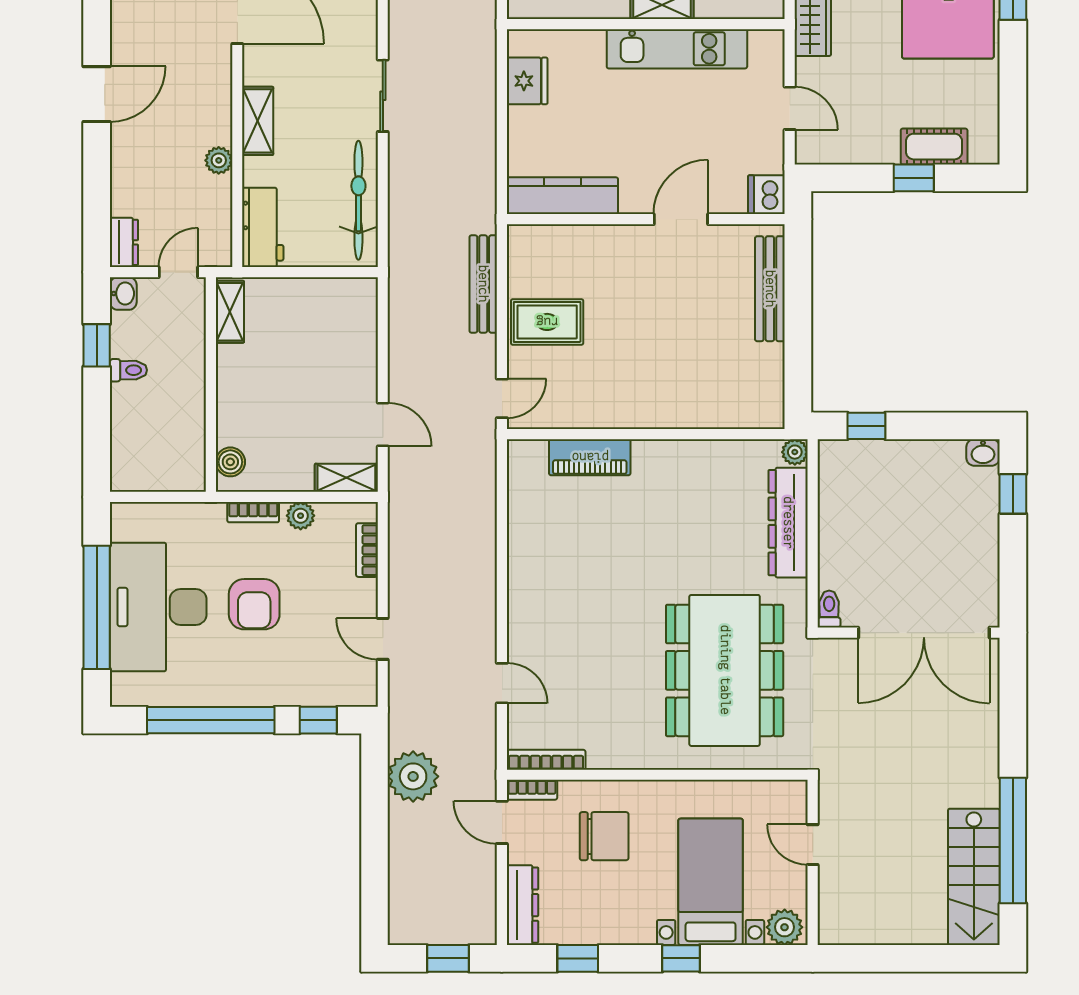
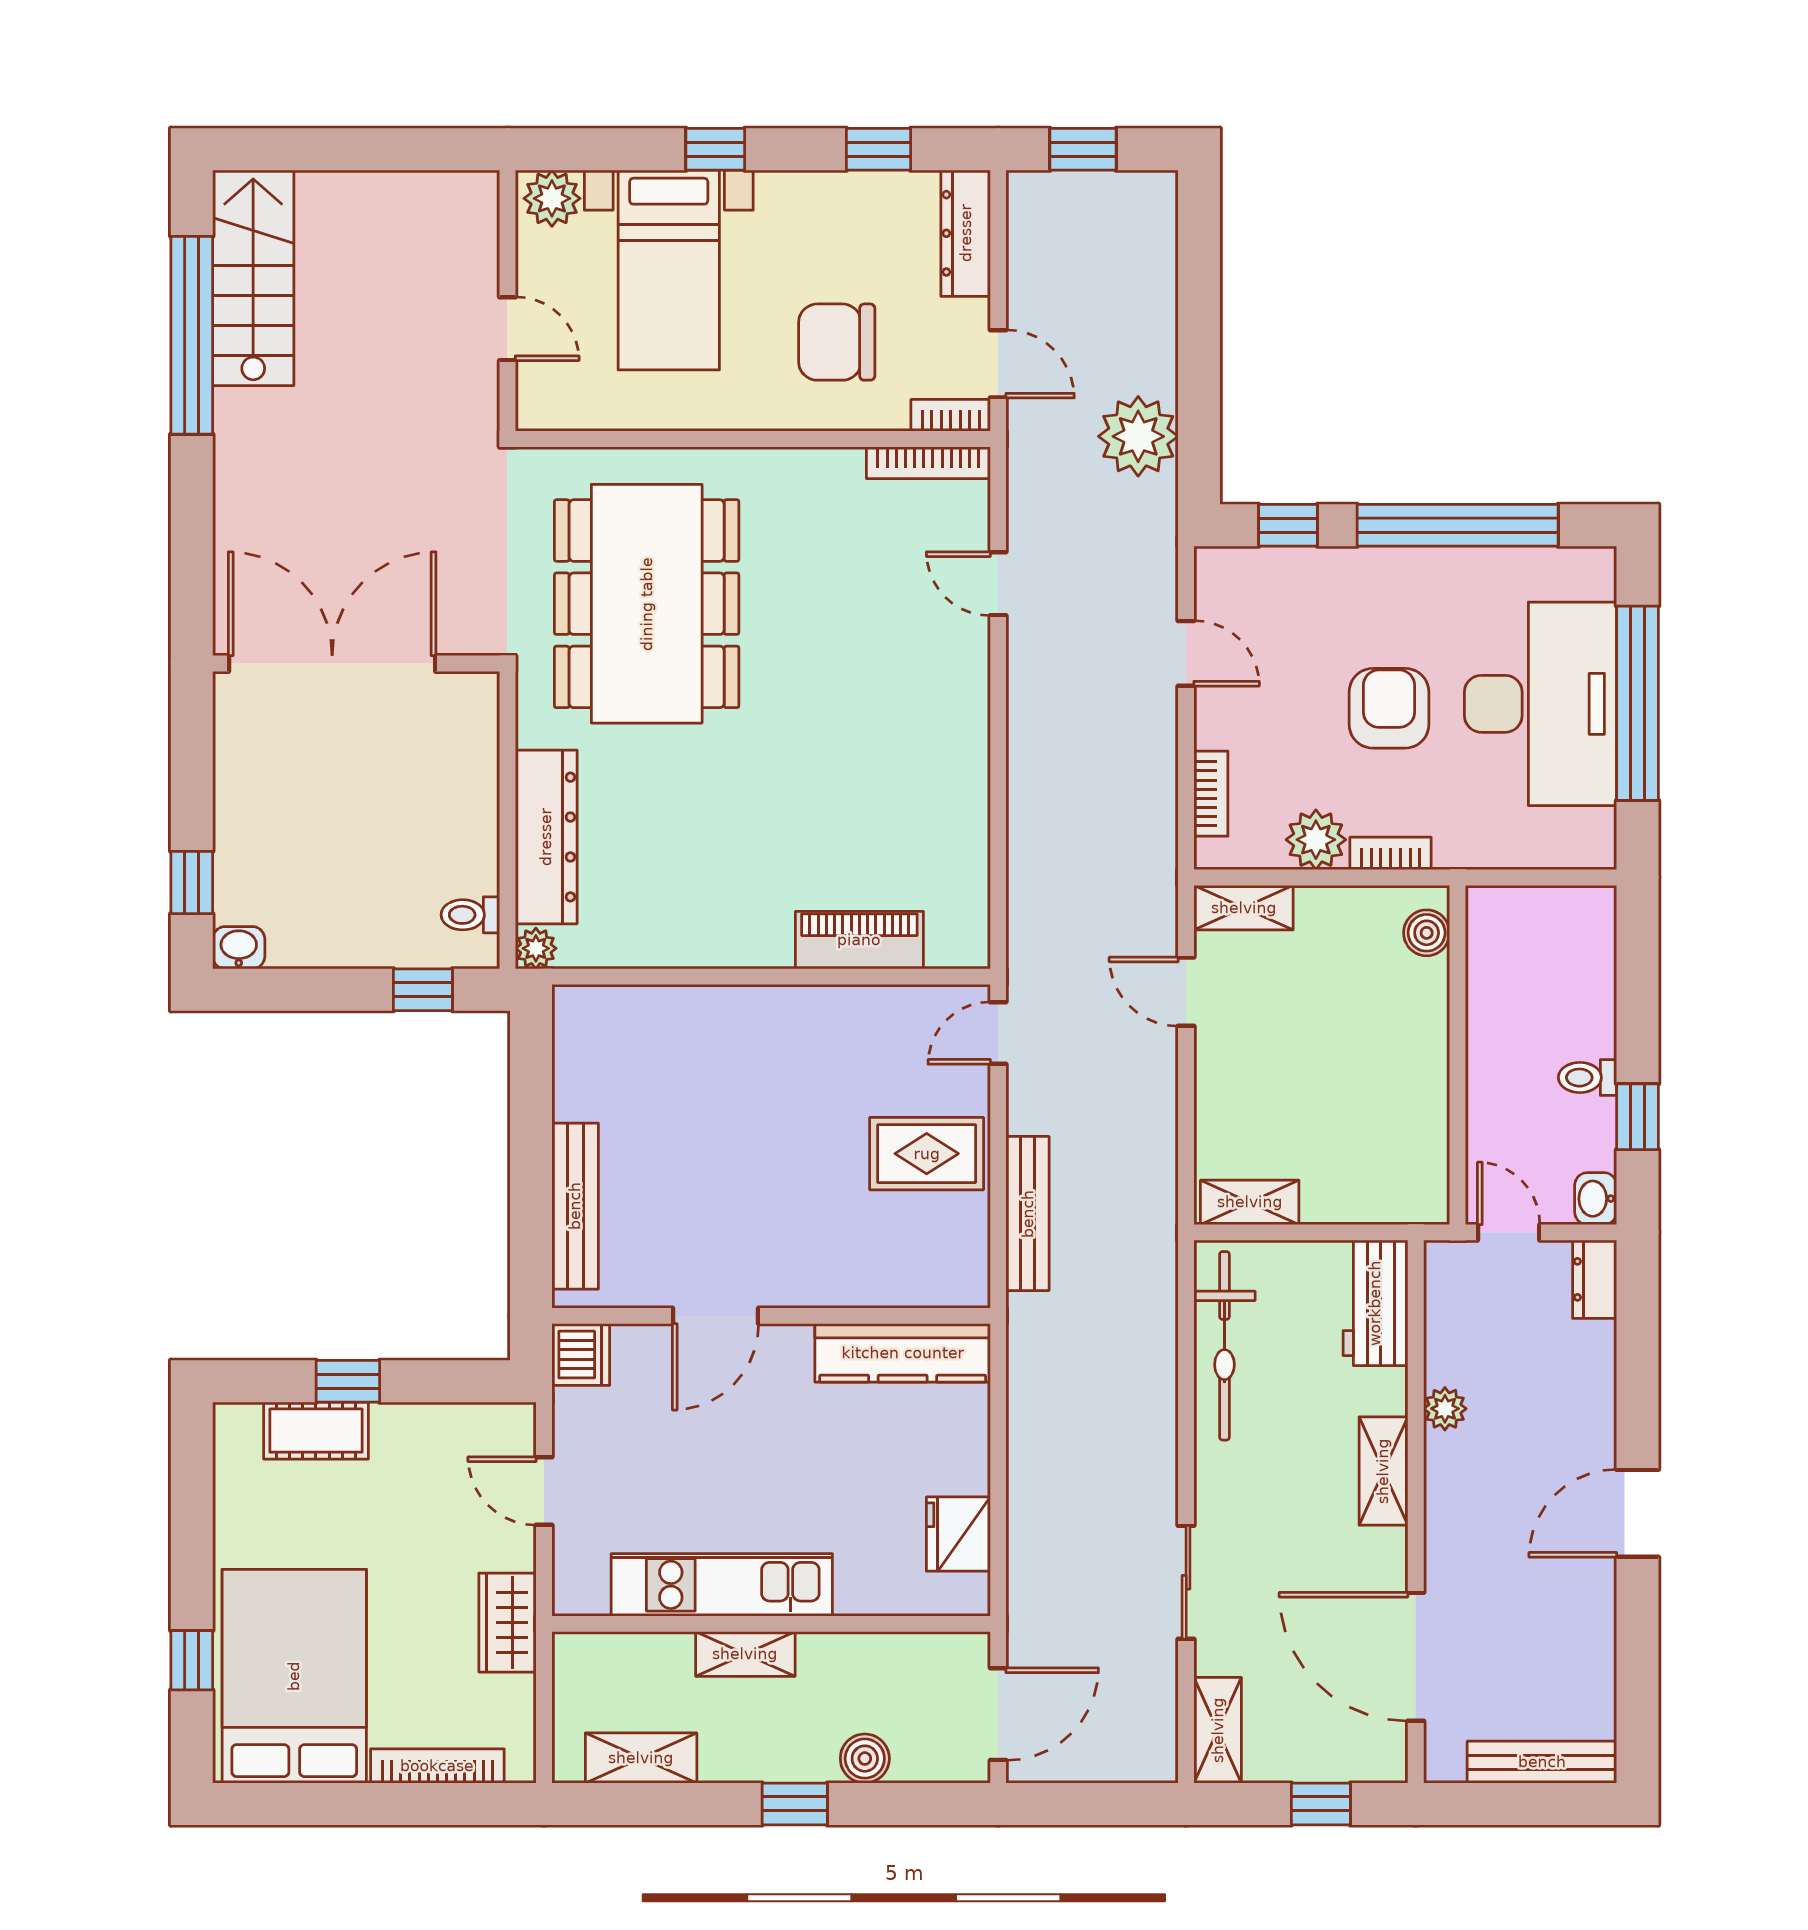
sliding door: (383, 96) -> (1186, 1582), moved
door: (178, 272) -> (1509, 1232), swing flipped
shelving: (230, 312) -> (1250, 1202), moved, turned 90
plant: (301, 516) -> (1316, 840), width x1.38, depth x1.38
toilet: (829, 609) -> (470, 915), moved, turned 90

